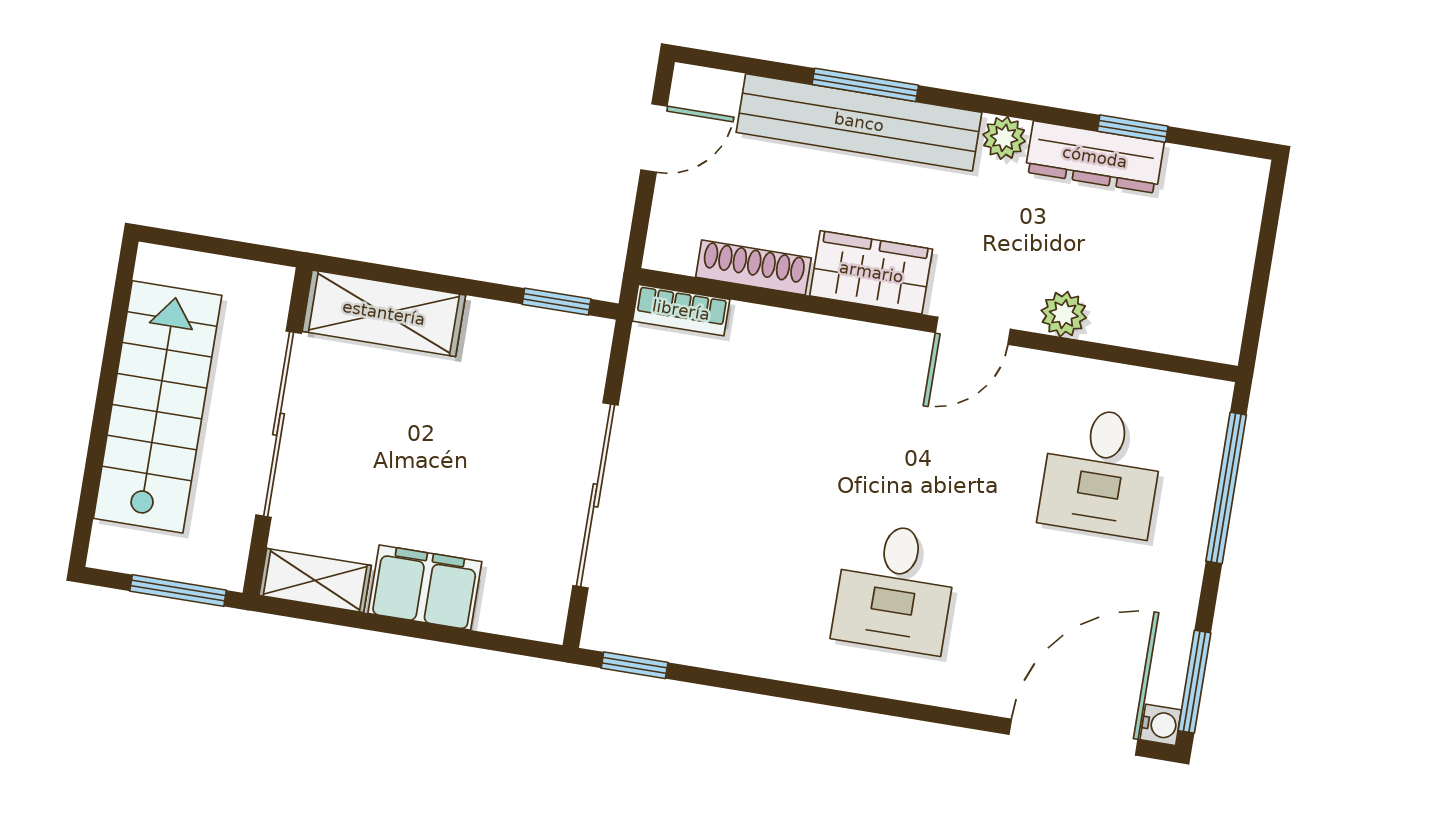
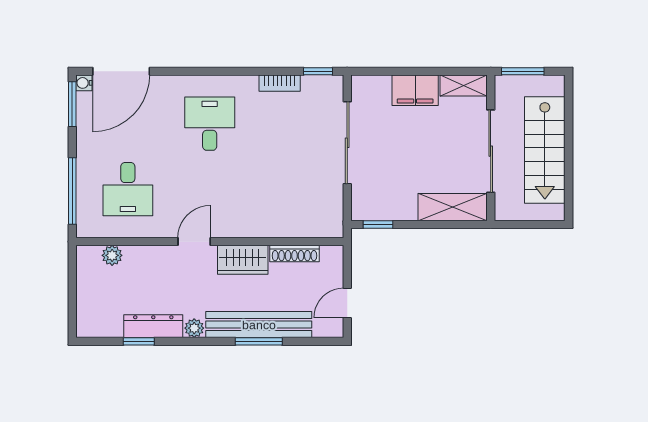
bookcase: (681, 310) -> (280, 83), moved, turned 180
plant: (1064, 314) -> (112, 255), moved
desk: (1101, 472) -> (128, 189), turned 180

